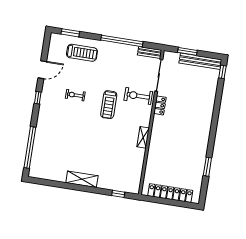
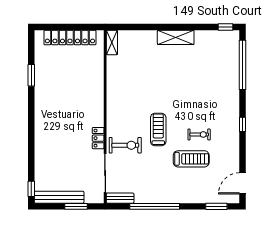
treadmill: (82, 53) -> (191, 159), moved, turned 180
door: (42, 70) -> (242, 183), moved
shelving: (143, 137) -> (112, 42), moved
window: (118, 194) -> (226, 27), moved

